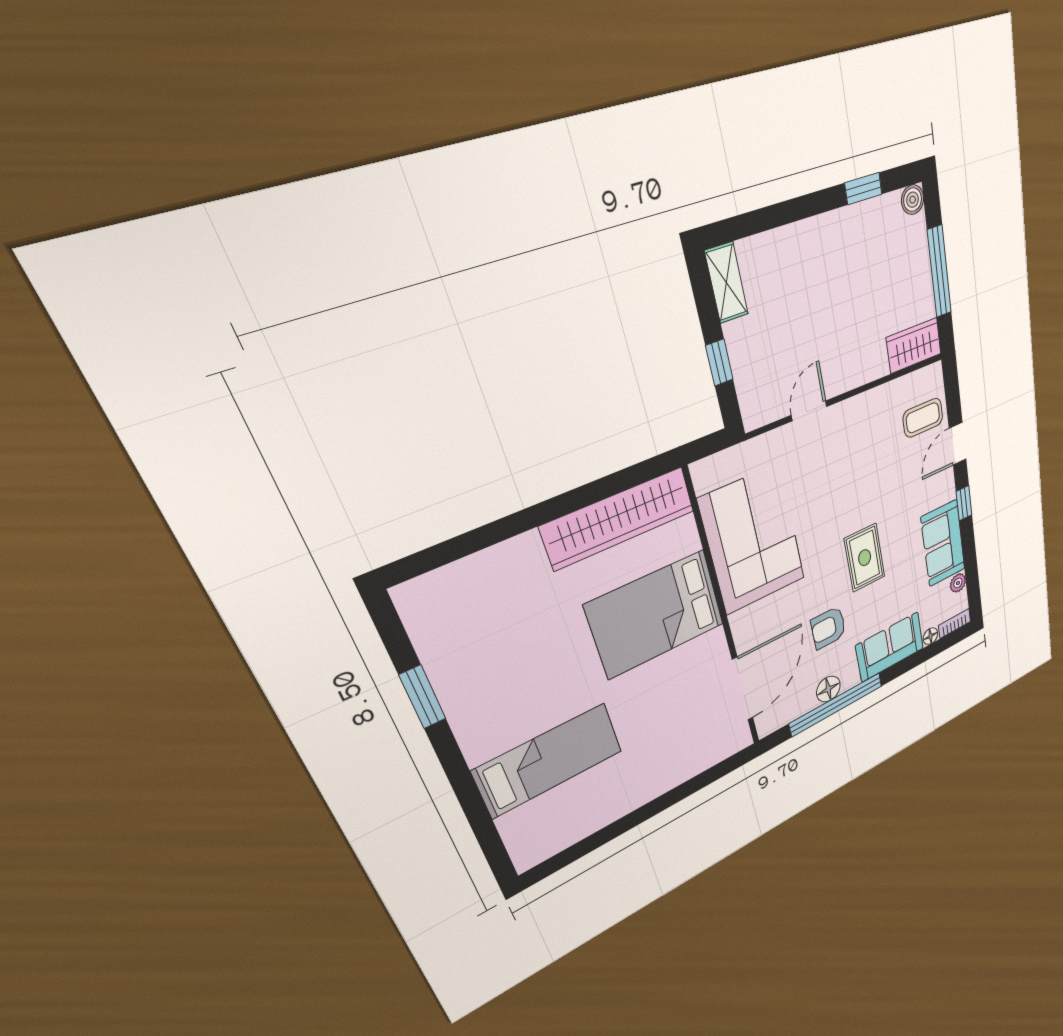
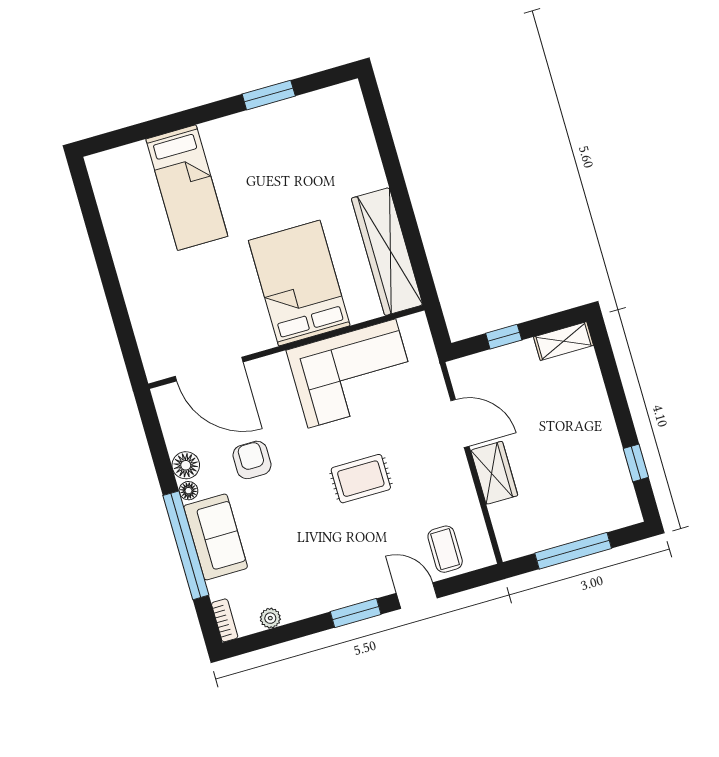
boiler: (913, 200) -> (630, 514), removed
wardrobe: (914, 346) -> (494, 473), moved
door: (809, 411) -> (460, 423), width x1.38
window: (964, 503) -> (356, 613), width x1.50
sofa: (943, 543) -> (317, 592), removed
rug: (865, 558) -> (361, 479), moved
floor lamp: (930, 636) -> (188, 491), moved
window: (836, 705) -> (186, 545), moved

